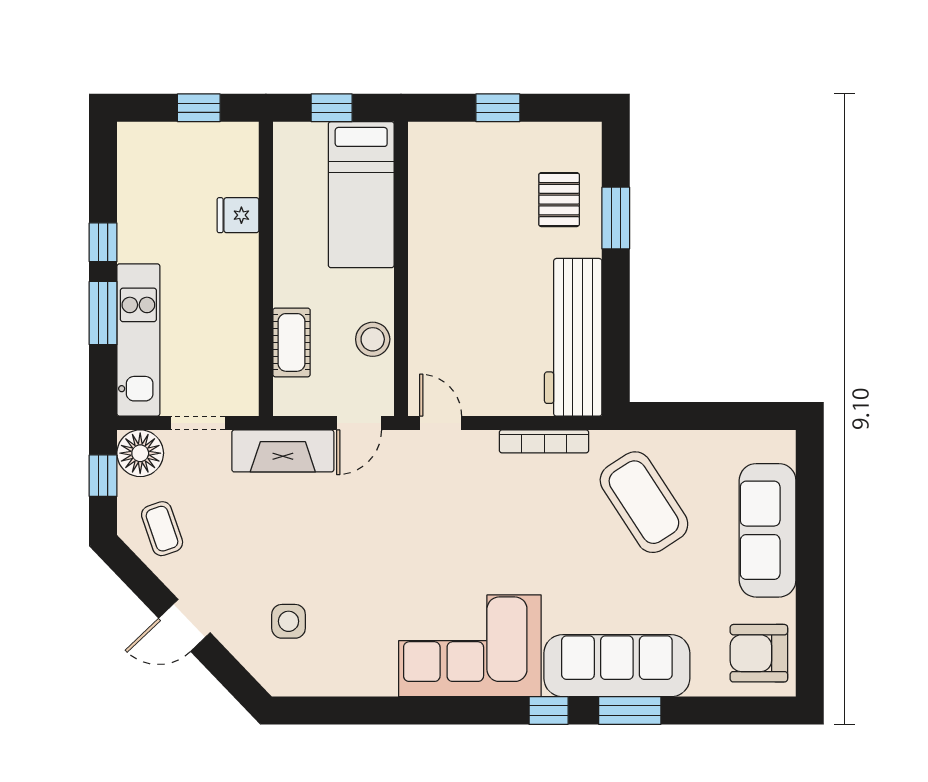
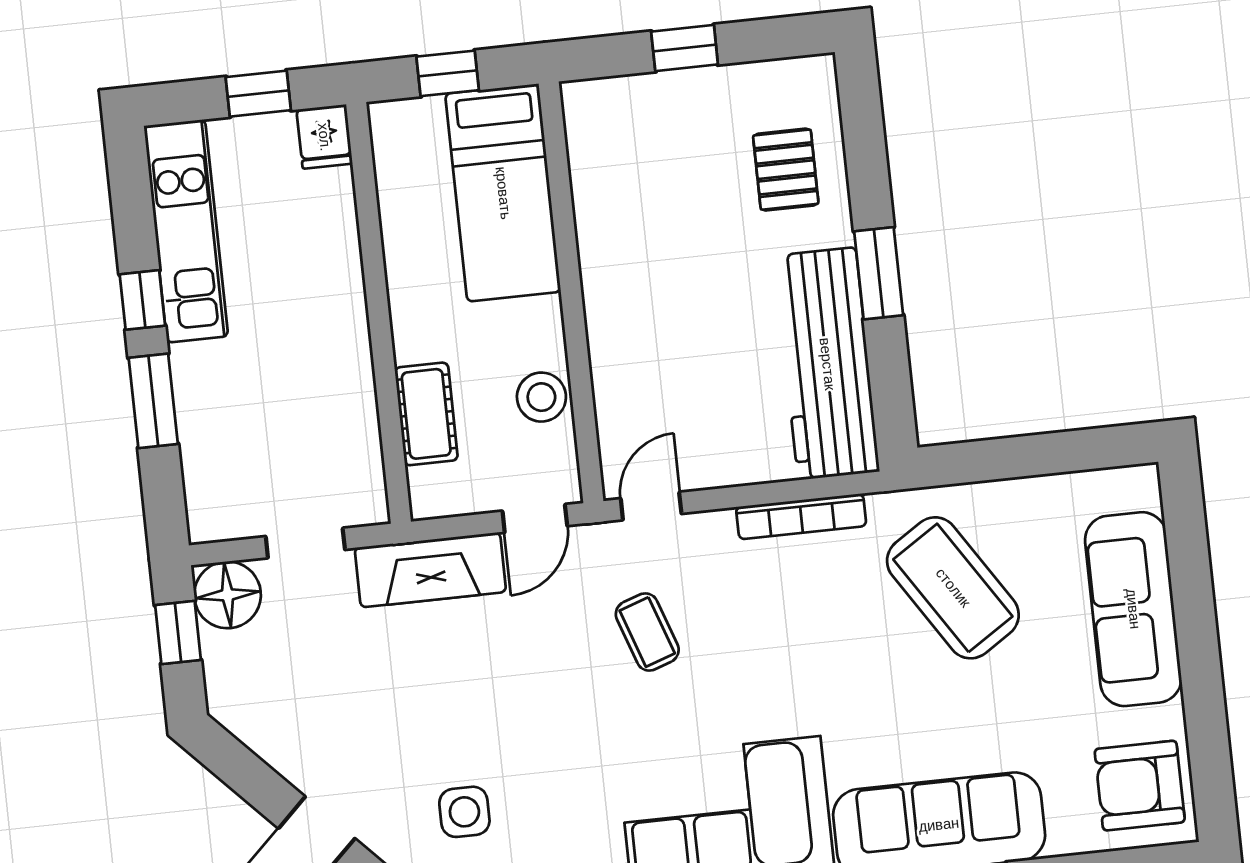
fridge: (238, 215) -> (324, 137), moved, turned -90
window: (616, 218) -> (879, 273), moved
kitchen unit: (138, 340) -> (186, 231), moved
door: (441, 423) -> (651, 506), hinge flipped
coffee table: (162, 529) -> (647, 632), moved

